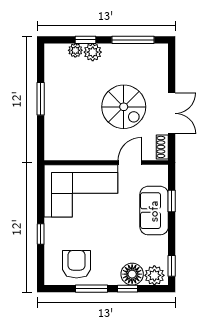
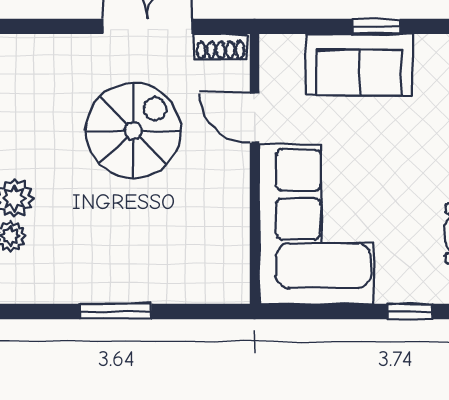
window: (172, 201) -> (376, 26), moved

